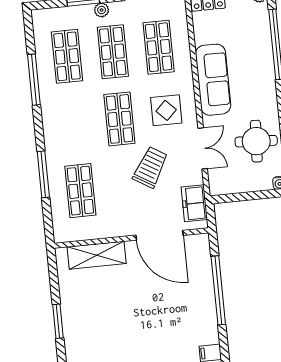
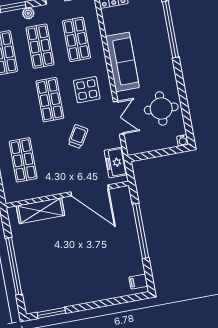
trolley: (150, 167) -> (78, 136), width x0.73, depth x0.72
window: (58, 321) -> (14, 266), width x2.11

